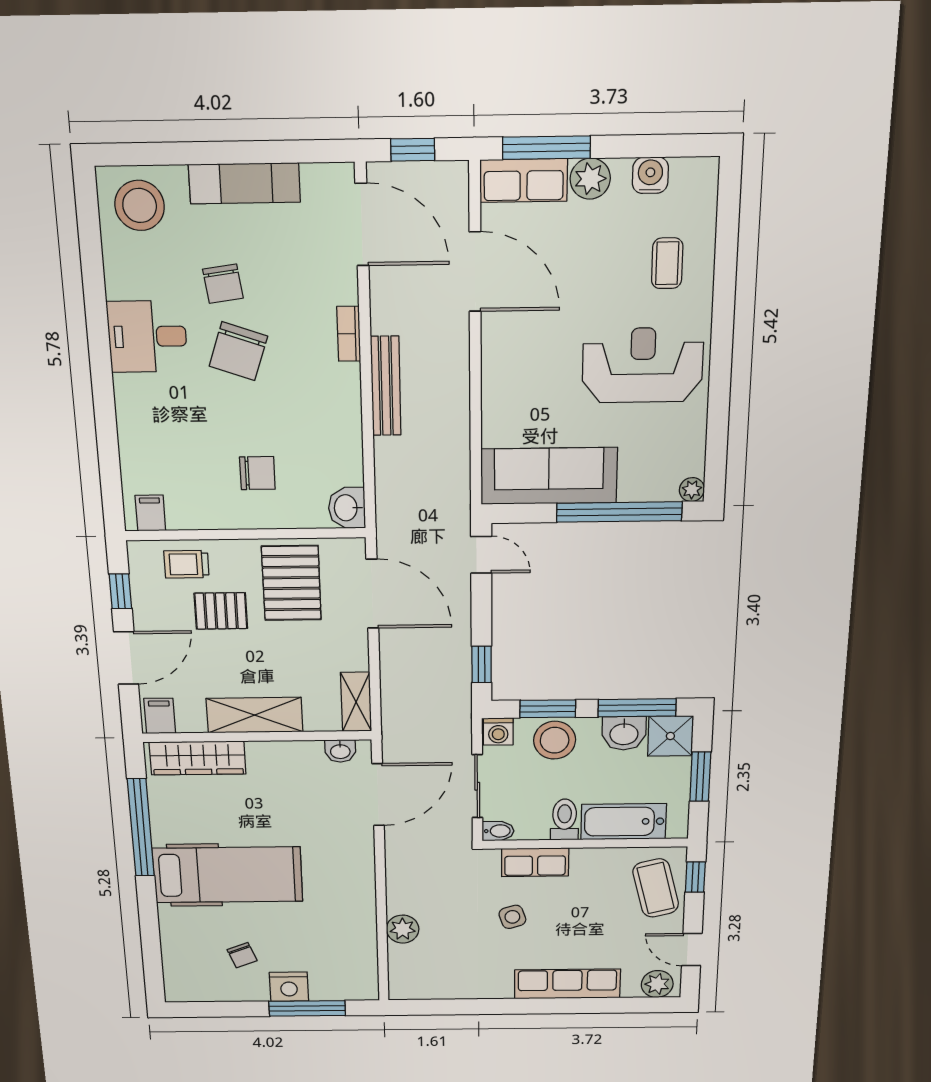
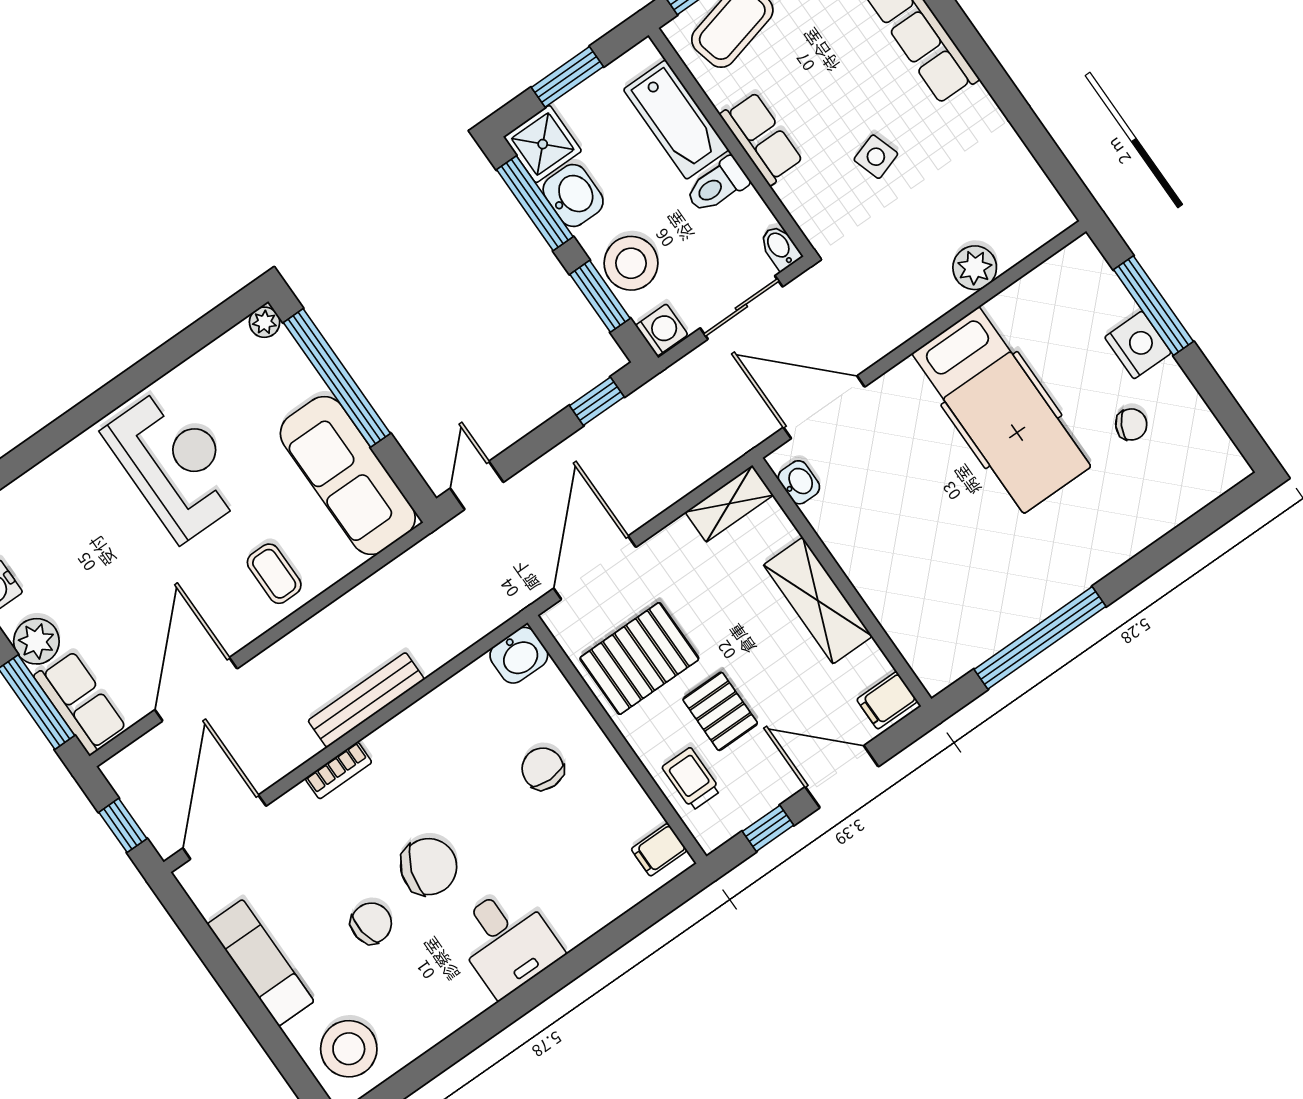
coffee table: (667, 263) -> (274, 574), moved, turned 90
desk: (147, 336) -> (507, 941), moved
reception desk: (643, 365) -> (175, 463), turned 180
trolley: (186, 564) -> (691, 779), turned 180
wardrobe: (198, 758) -> (911, 629), removed
row of seats: (535, 862) -> (762, 138), moved
hospital bed: (228, 875) -> (1001, 410), moved, turned 180
chair: (242, 955) -> (1131, 424), turned 49

